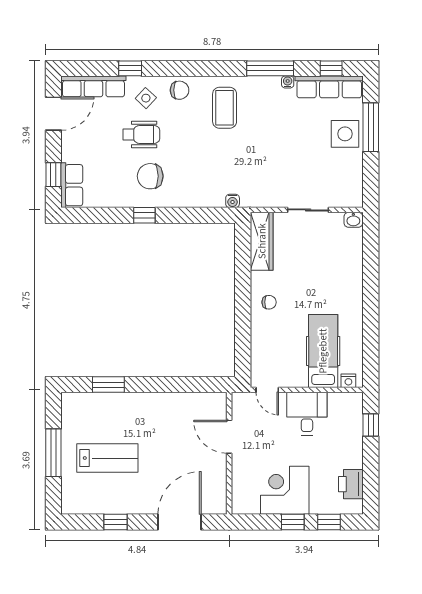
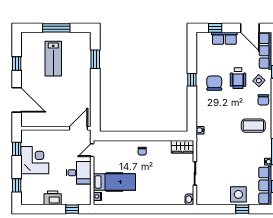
window: (371, 127) -> (242, 209), width x0.46
row of seats: (72, 185) -> (224, 38), moved
wardrobe: (262, 241) -> (183, 147), width x0.67
door: (229, 437) -> (78, 128), moved
printer: (351, 484) -> (53, 198), moved
window: (293, 522) -> (17, 149), moved

